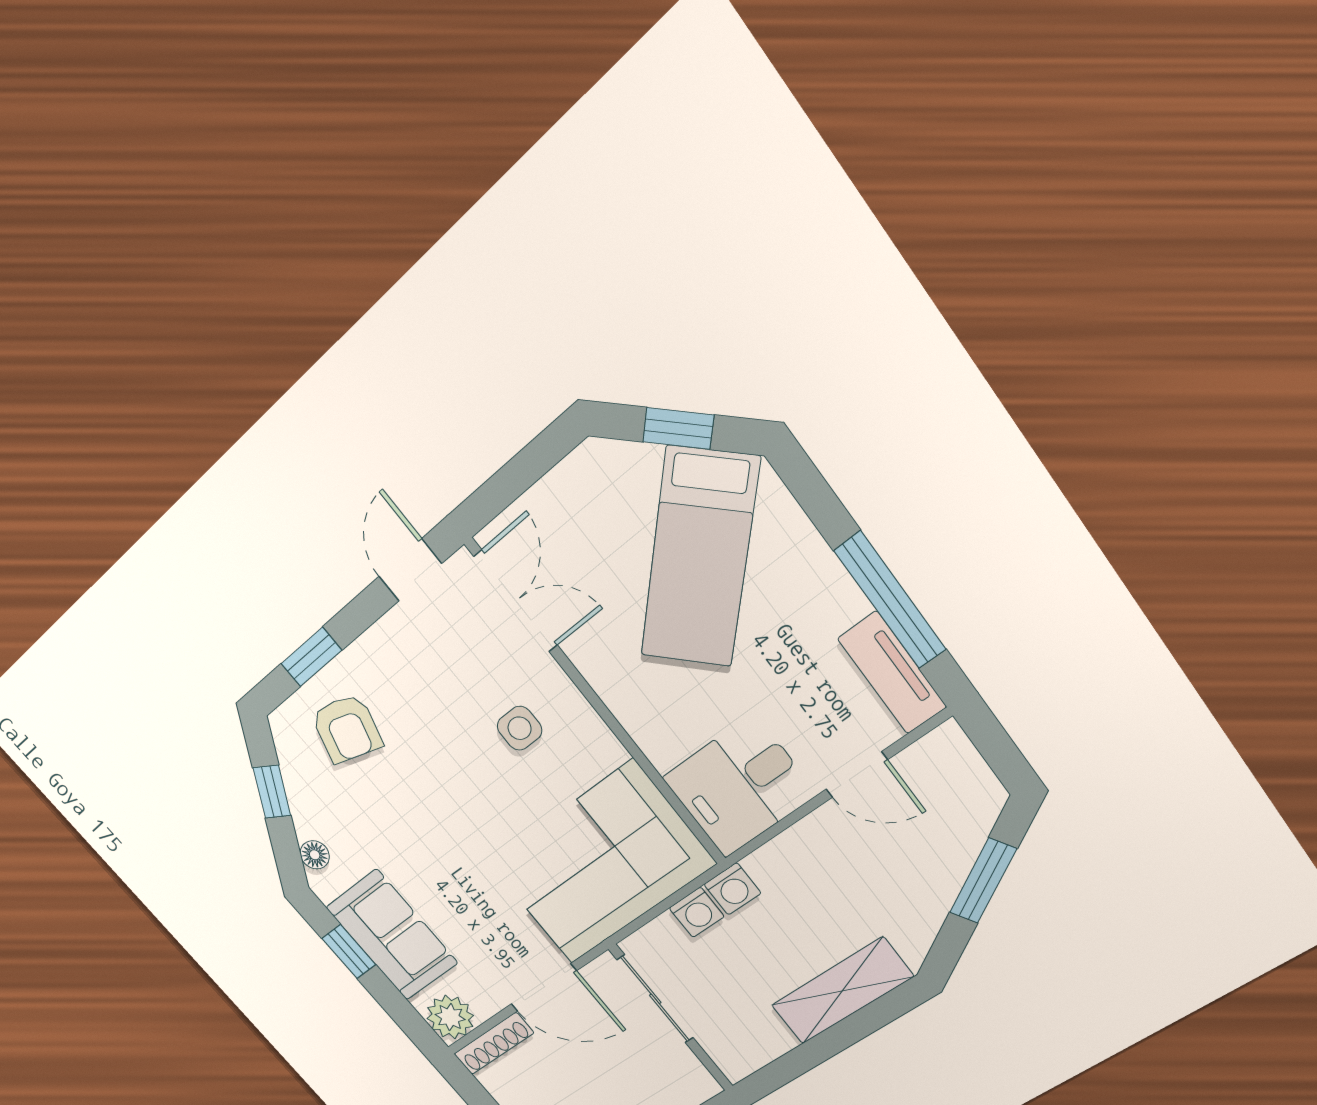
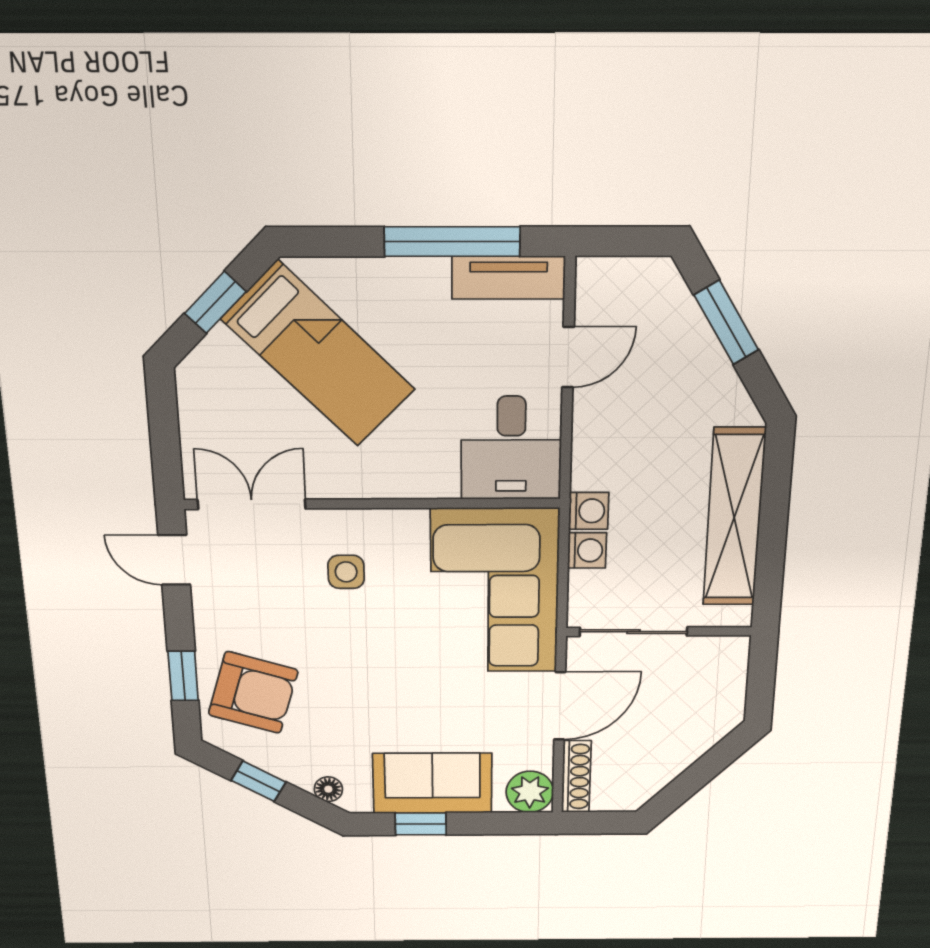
armchair: (347, 729) -> (253, 693), width x1.38, depth x1.38
shelving: (842, 991) -> (734, 518), width x1.47

